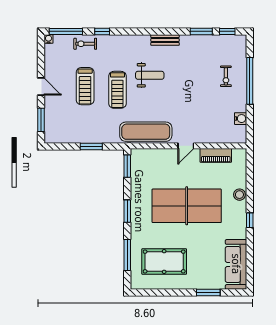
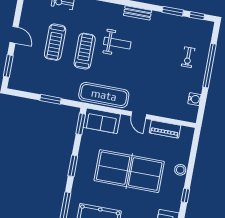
treadmill: (117, 90) -> (85, 51), turned 180
door: (186, 146) -> (139, 115), hinge flipped
sofa: (149, 159) -> (102, 121), added

